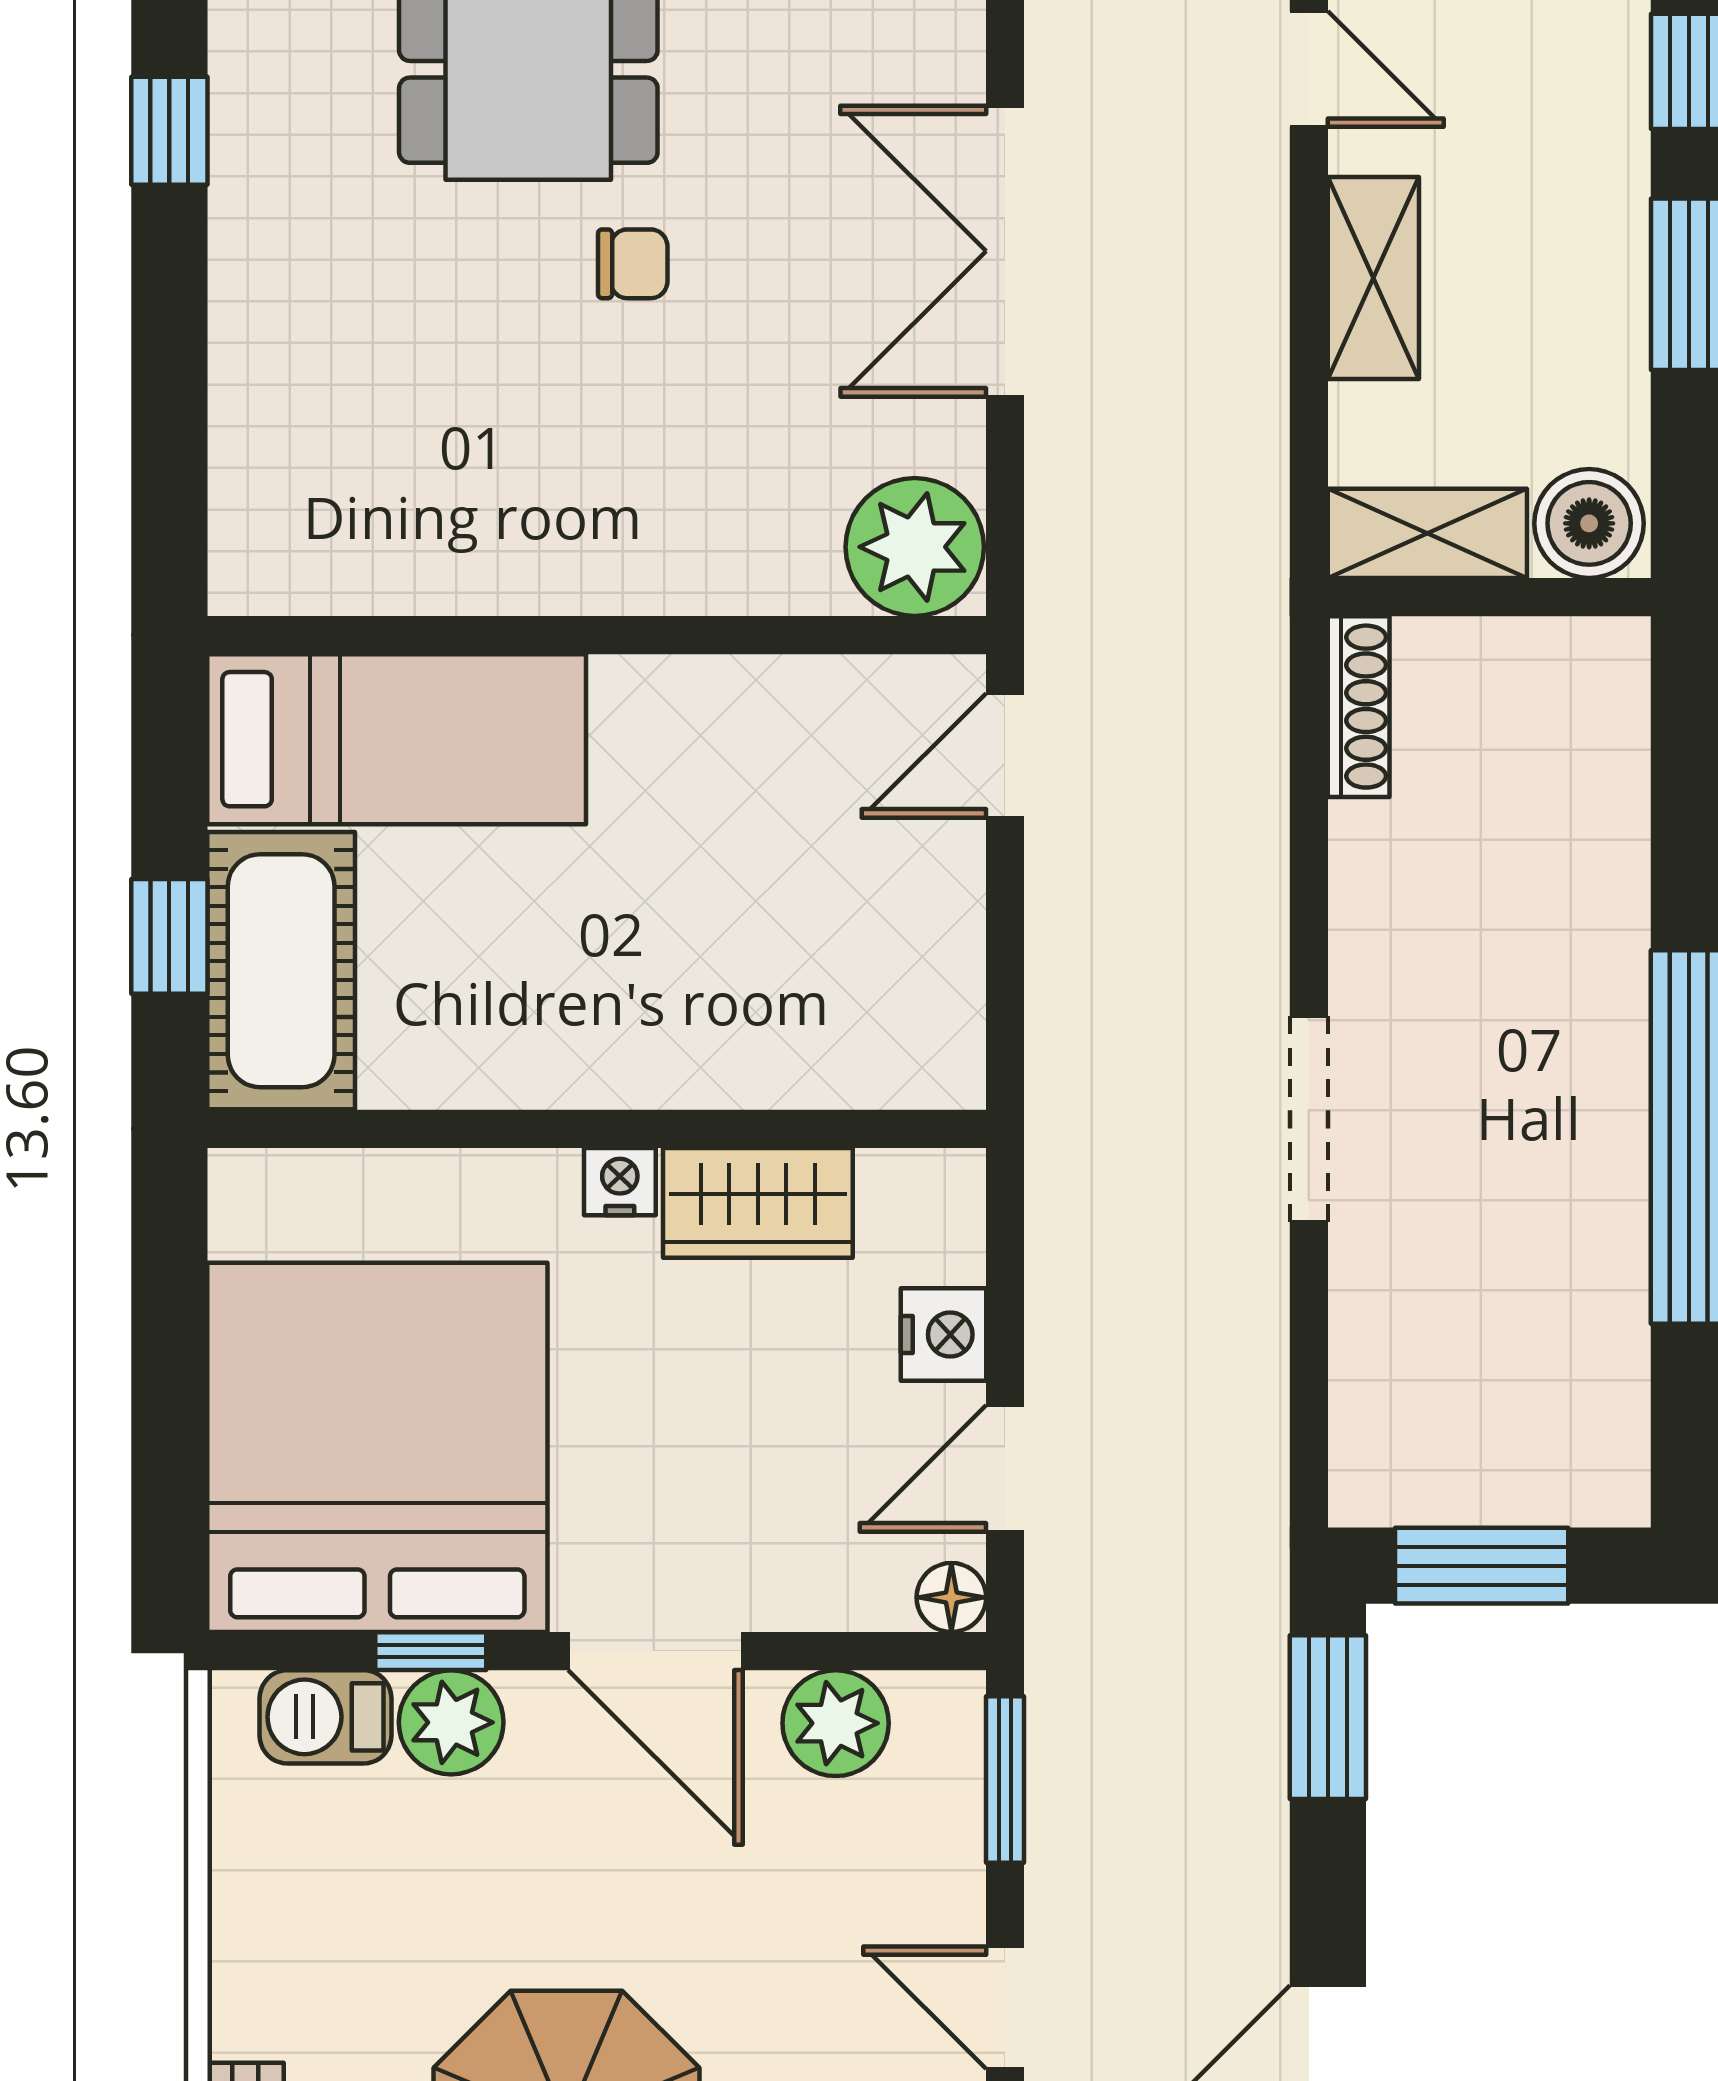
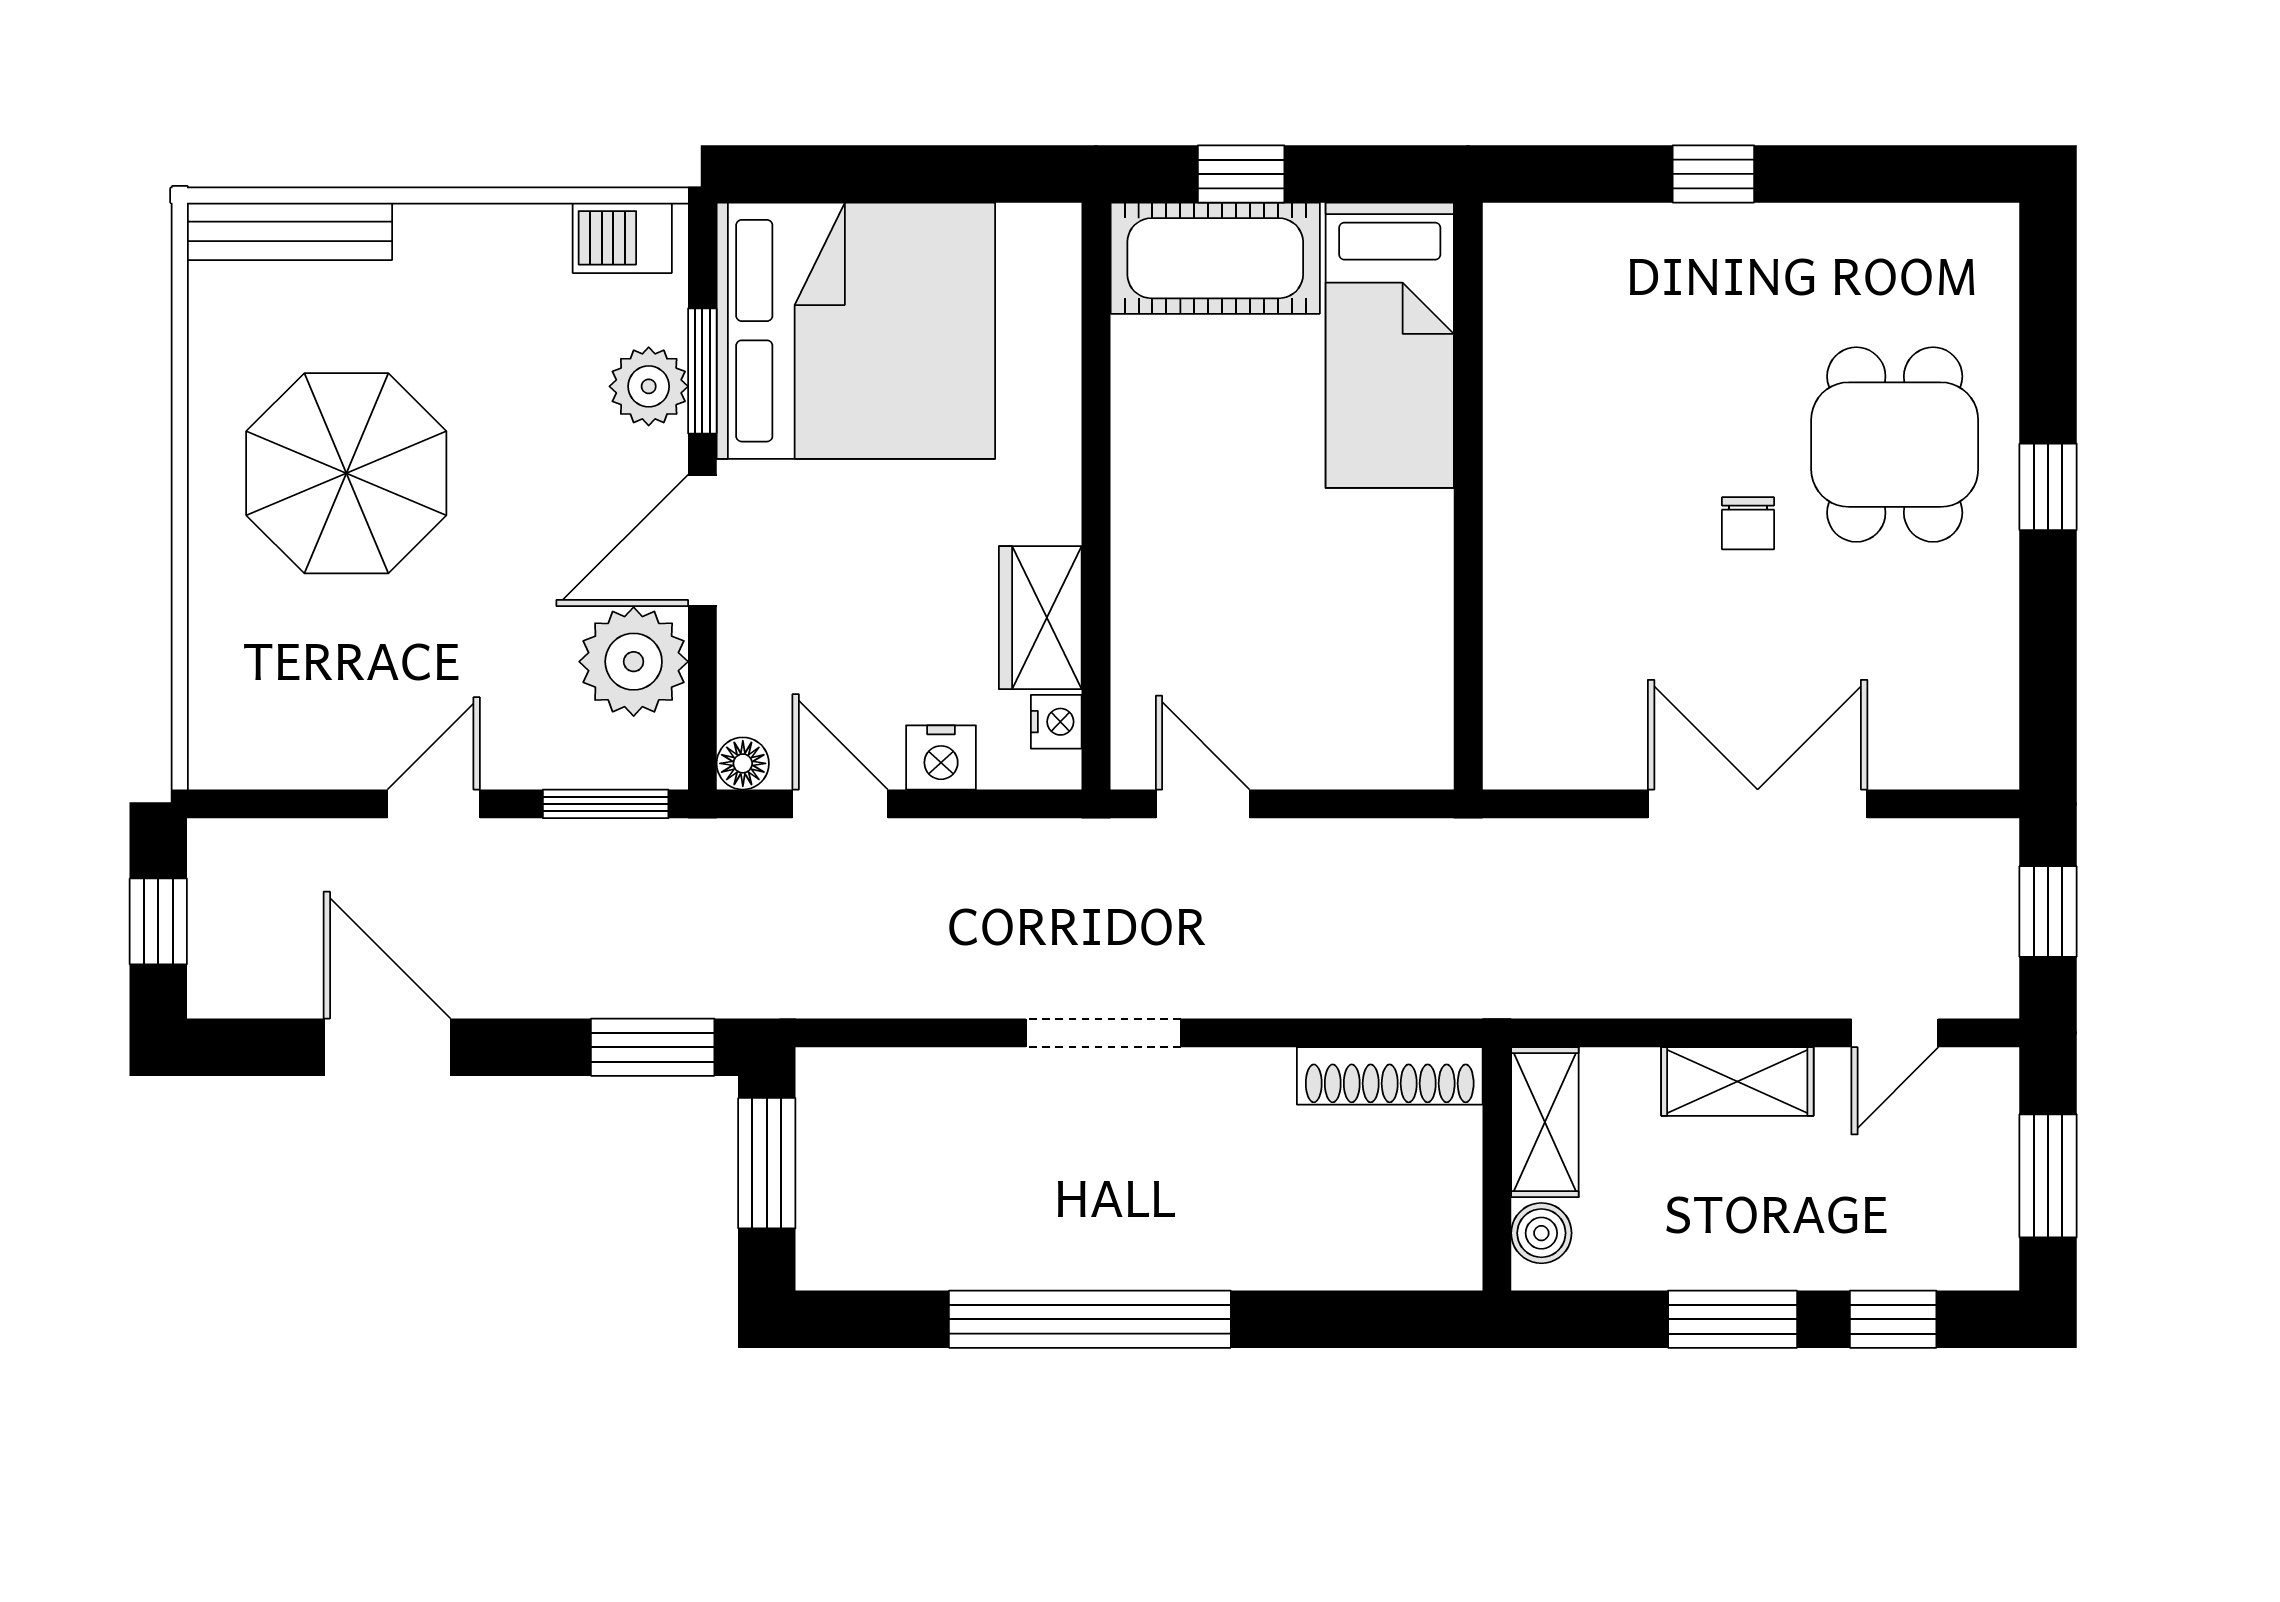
window: (169, 131) -> (1713, 174), moved
boiler: (1589, 523) -> (1541, 1233), width x0.73, depth x0.73
plant: (915, 547) -> (1535, 736), removed
shoe rack: (1359, 707) -> (1390, 1076), width x1.36, depth x1.24
door: (1005, 756) -> (1203, 804), moved
nightstand: (620, 1182) -> (1056, 722), moved
window: (431, 1651) -> (702, 371), width x1.50
barbecue: (325, 1717) -> (622, 238), moved, turned -90
plant: (836, 1723) -> (634, 662), width x1.36, depth x1.36

